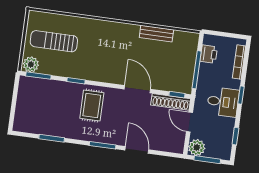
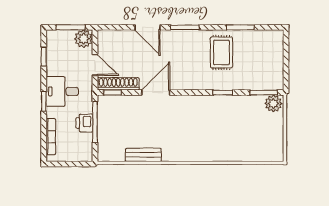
sun lounger: (54, 41) -> (252, 132), removed
printer: (209, 54) -> (84, 123), moved
door: (137, 89) -> (156, 93), swing flipped
rug: (92, 106) -> (221, 52), moved

